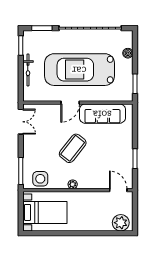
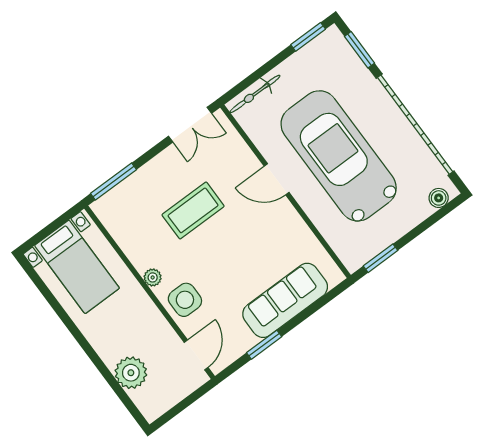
boiler: (128, 53) -> (439, 198), moved
bicycle: (28, 70) -> (255, 94), moved
sofa: (102, 114) -> (285, 300), moved, turned 90
coffee table: (73, 148) -> (193, 210), moved, turned -38
side table: (40, 179) -> (185, 300), moved
plant: (121, 223) -> (131, 373), moved

